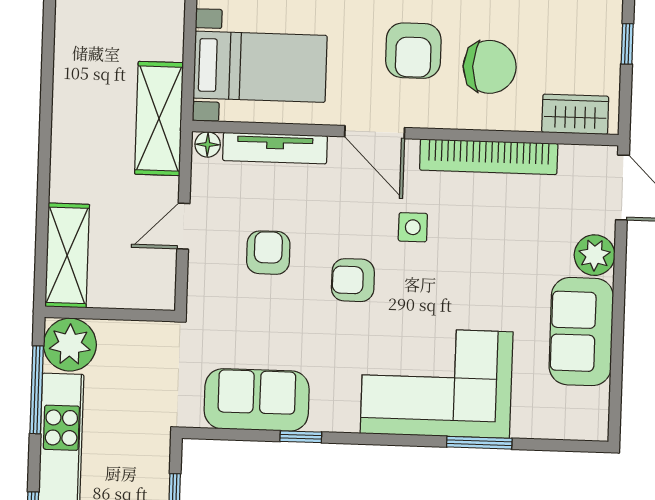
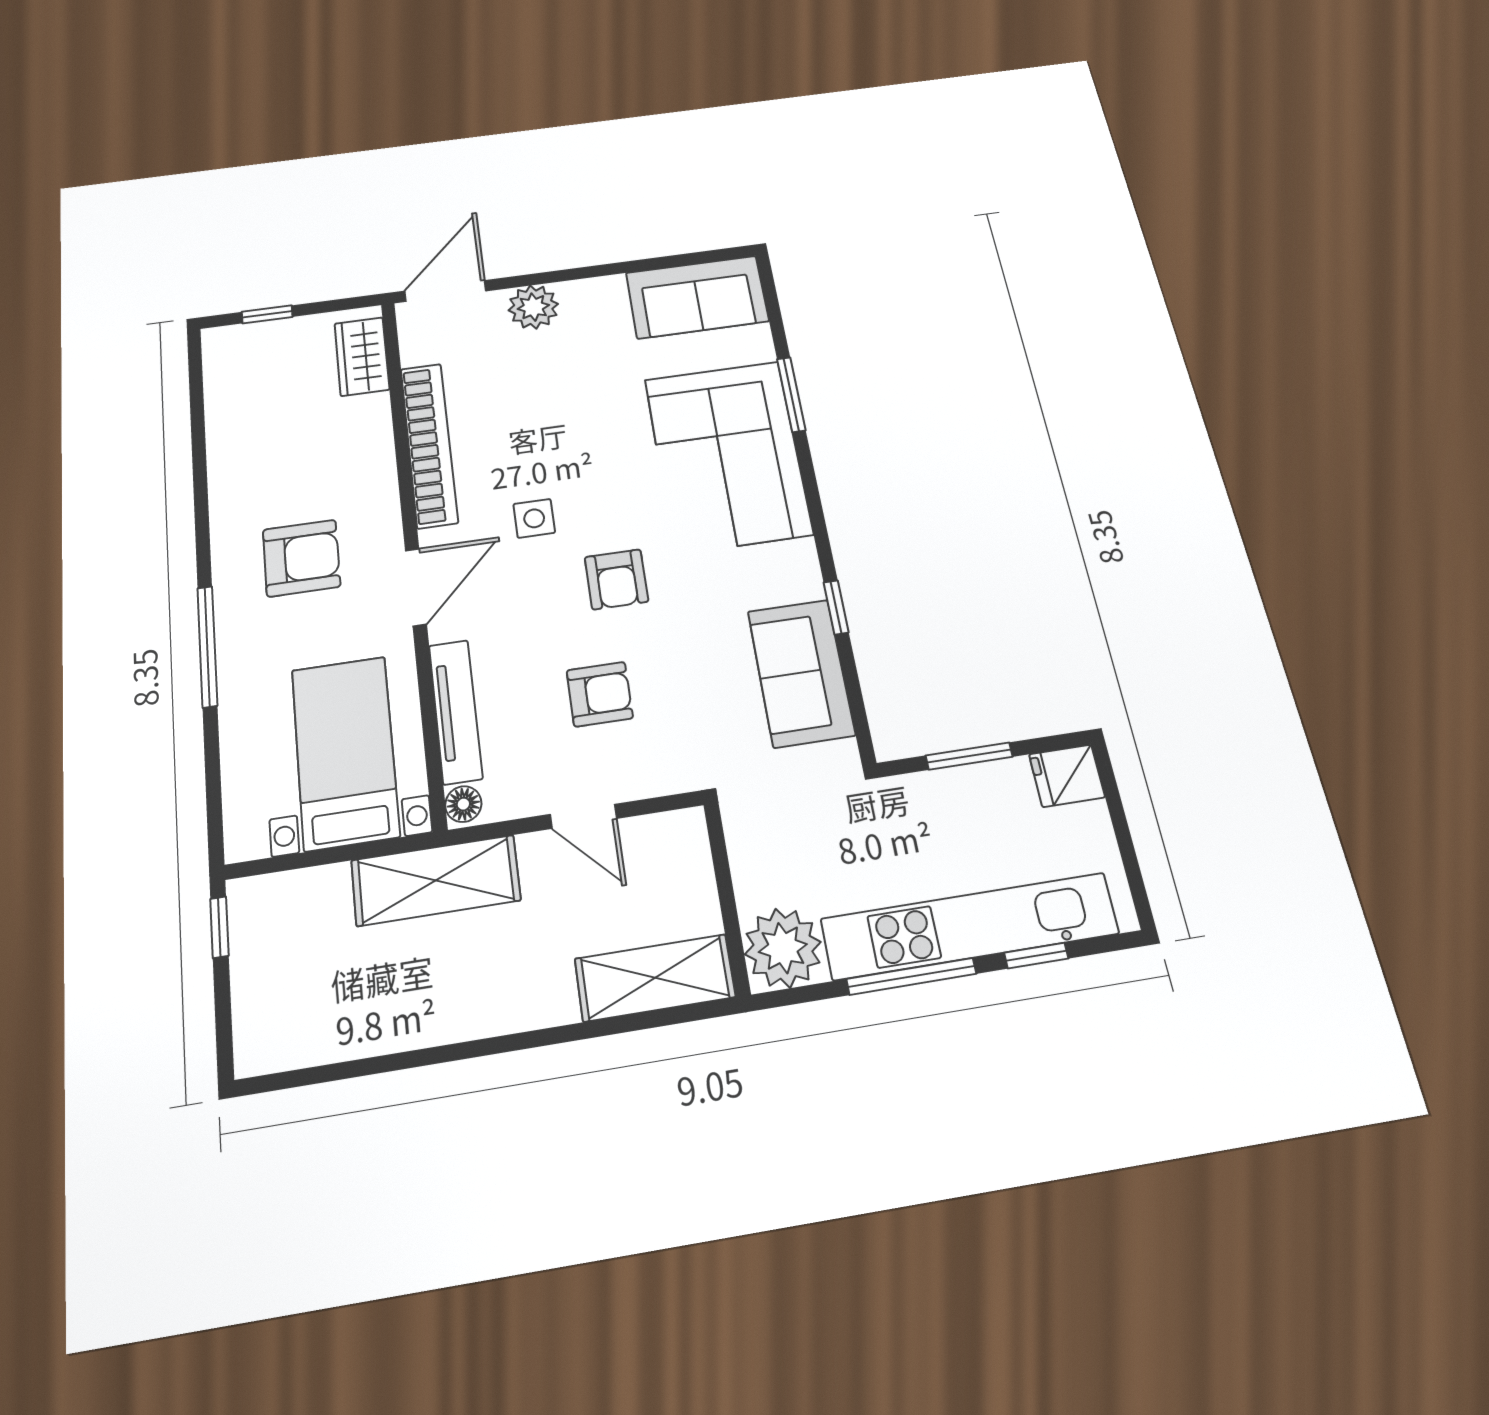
chair: (490, 67) -> (313, 463), removed
armchair: (268, 253) -> (600, 694), turned 180
sofa: (581, 332) -> (697, 297), moved
window: (37, 390) -> (911, 976), moved

